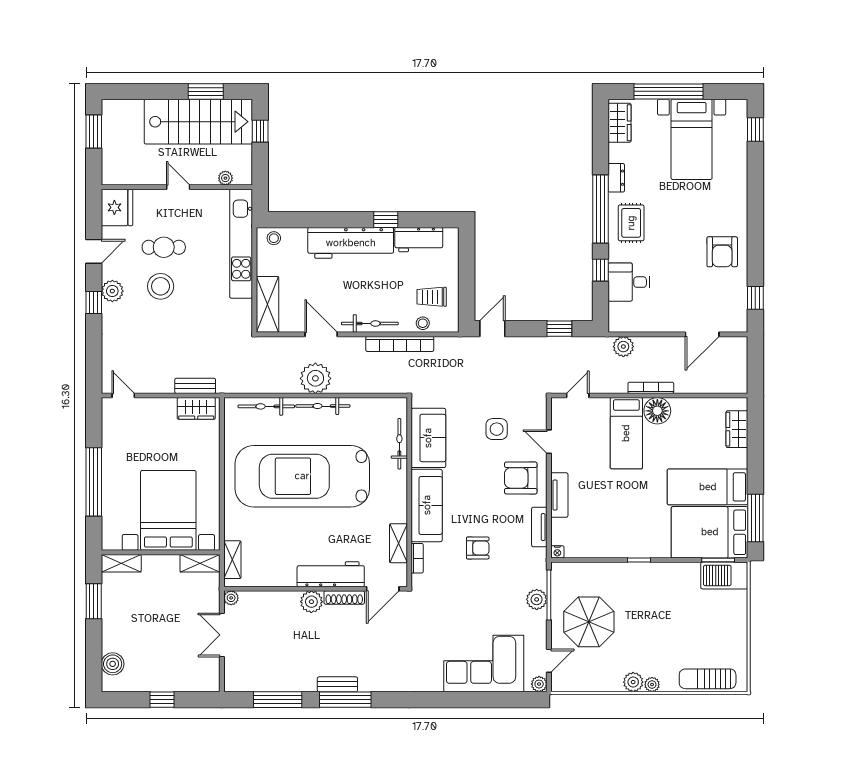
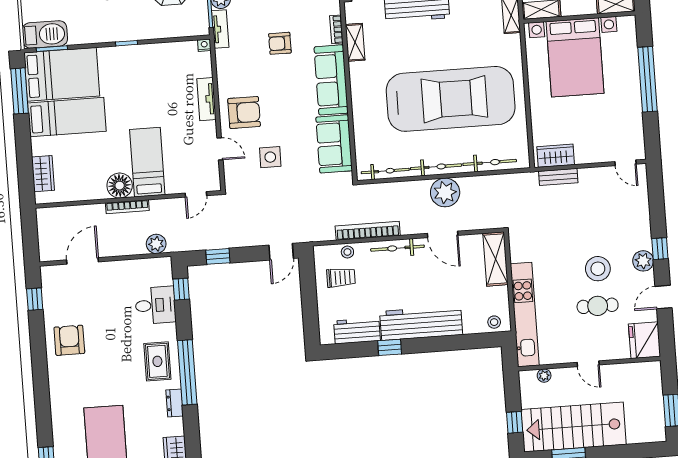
window: (600, 270) -> (181, 289), moved
bicycle: (399, 444) -> (385, 171), moved, turned -90
tv unit: (539, 527) -> (220, 29), moved

